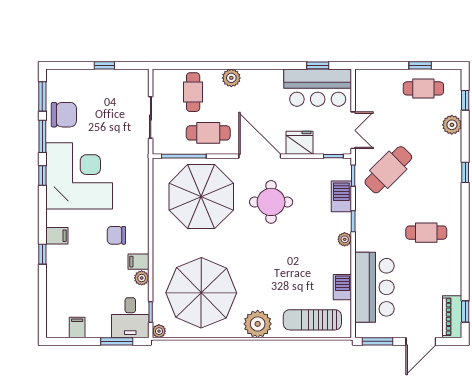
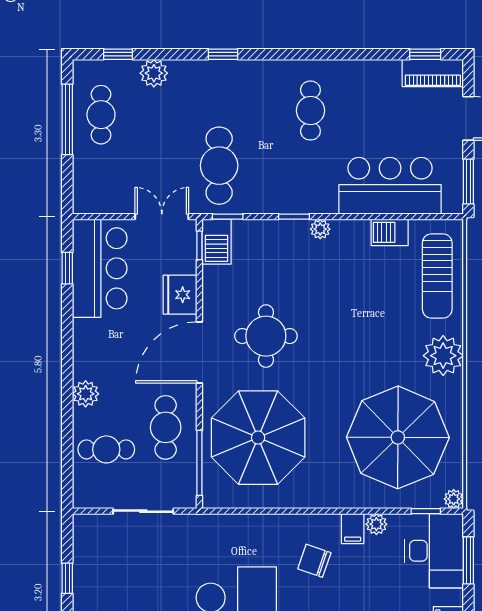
window: (420, 65) -> (67, 119), width x2.17
cafe table: (388, 170) -> (219, 166), turned 45
barbecue: (341, 196) -> (216, 242), moved, turned -90
chair: (116, 235) -> (314, 561), turned 109
desk: (130, 318) -> (434, 551), width x1.37

